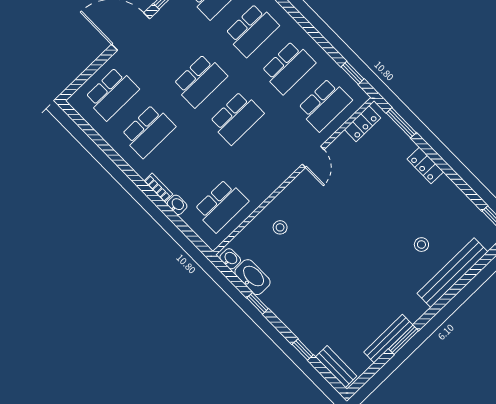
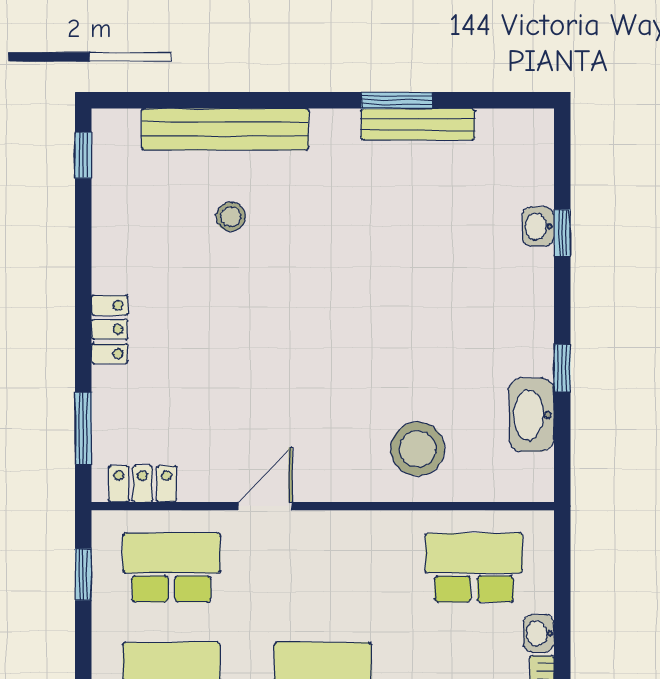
stool: (280, 227) -> (418, 449), width x1.89, depth x1.89
washbasin: (230, 259) -> (538, 226), moved
bench: (336, 367) -> (537, 159), removed

